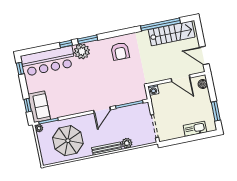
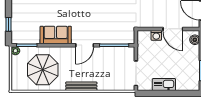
washing machine: (153, 90) -> (156, 35), moved
sofa: (39, 107) -> (56, 35), moved, turned -90
kitchen sink: (195, 129) -> (164, 85), moved
plant: (127, 143) -> (103, 85), removed

